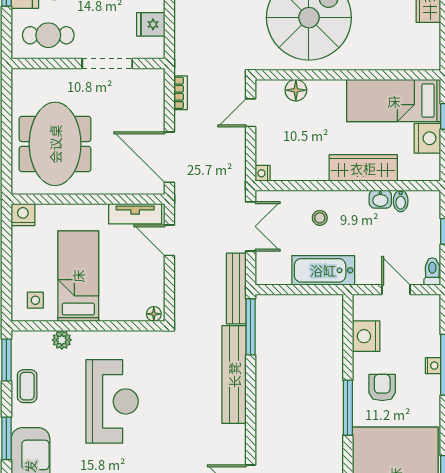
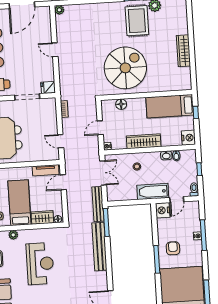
fridge: (151, 24) -> (48, 87), moved
door: (251, 113) -> (100, 128), moved
nightstand: (427, 138) -> (188, 138), moved
door: (169, 157) -> (61, 141), width x0.53
wardrobe: (363, 168) -> (144, 141), moved
door: (169, 240) -> (63, 182), hinge flipped
bathtub: (323, 270) -> (153, 192), moved
door: (396, 290) -> (177, 200), swing flipped
wardrobe: (123, 309) -> (42, 217), added
nightstand: (366, 336) -> (163, 210), moved

